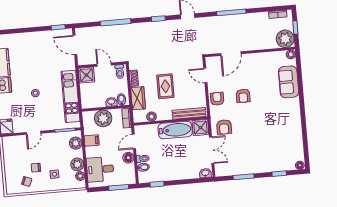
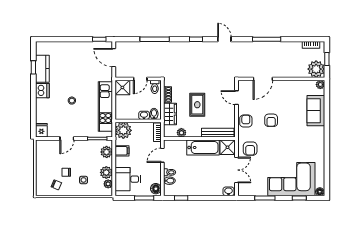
door: (104, 65) -> (140, 79), swing flipped
plant: (103, 118) -> (123, 130), moved
corner sofa: (269, 155) -> (291, 179), added
floor lamp: (128, 158) -> (156, 189), moved

